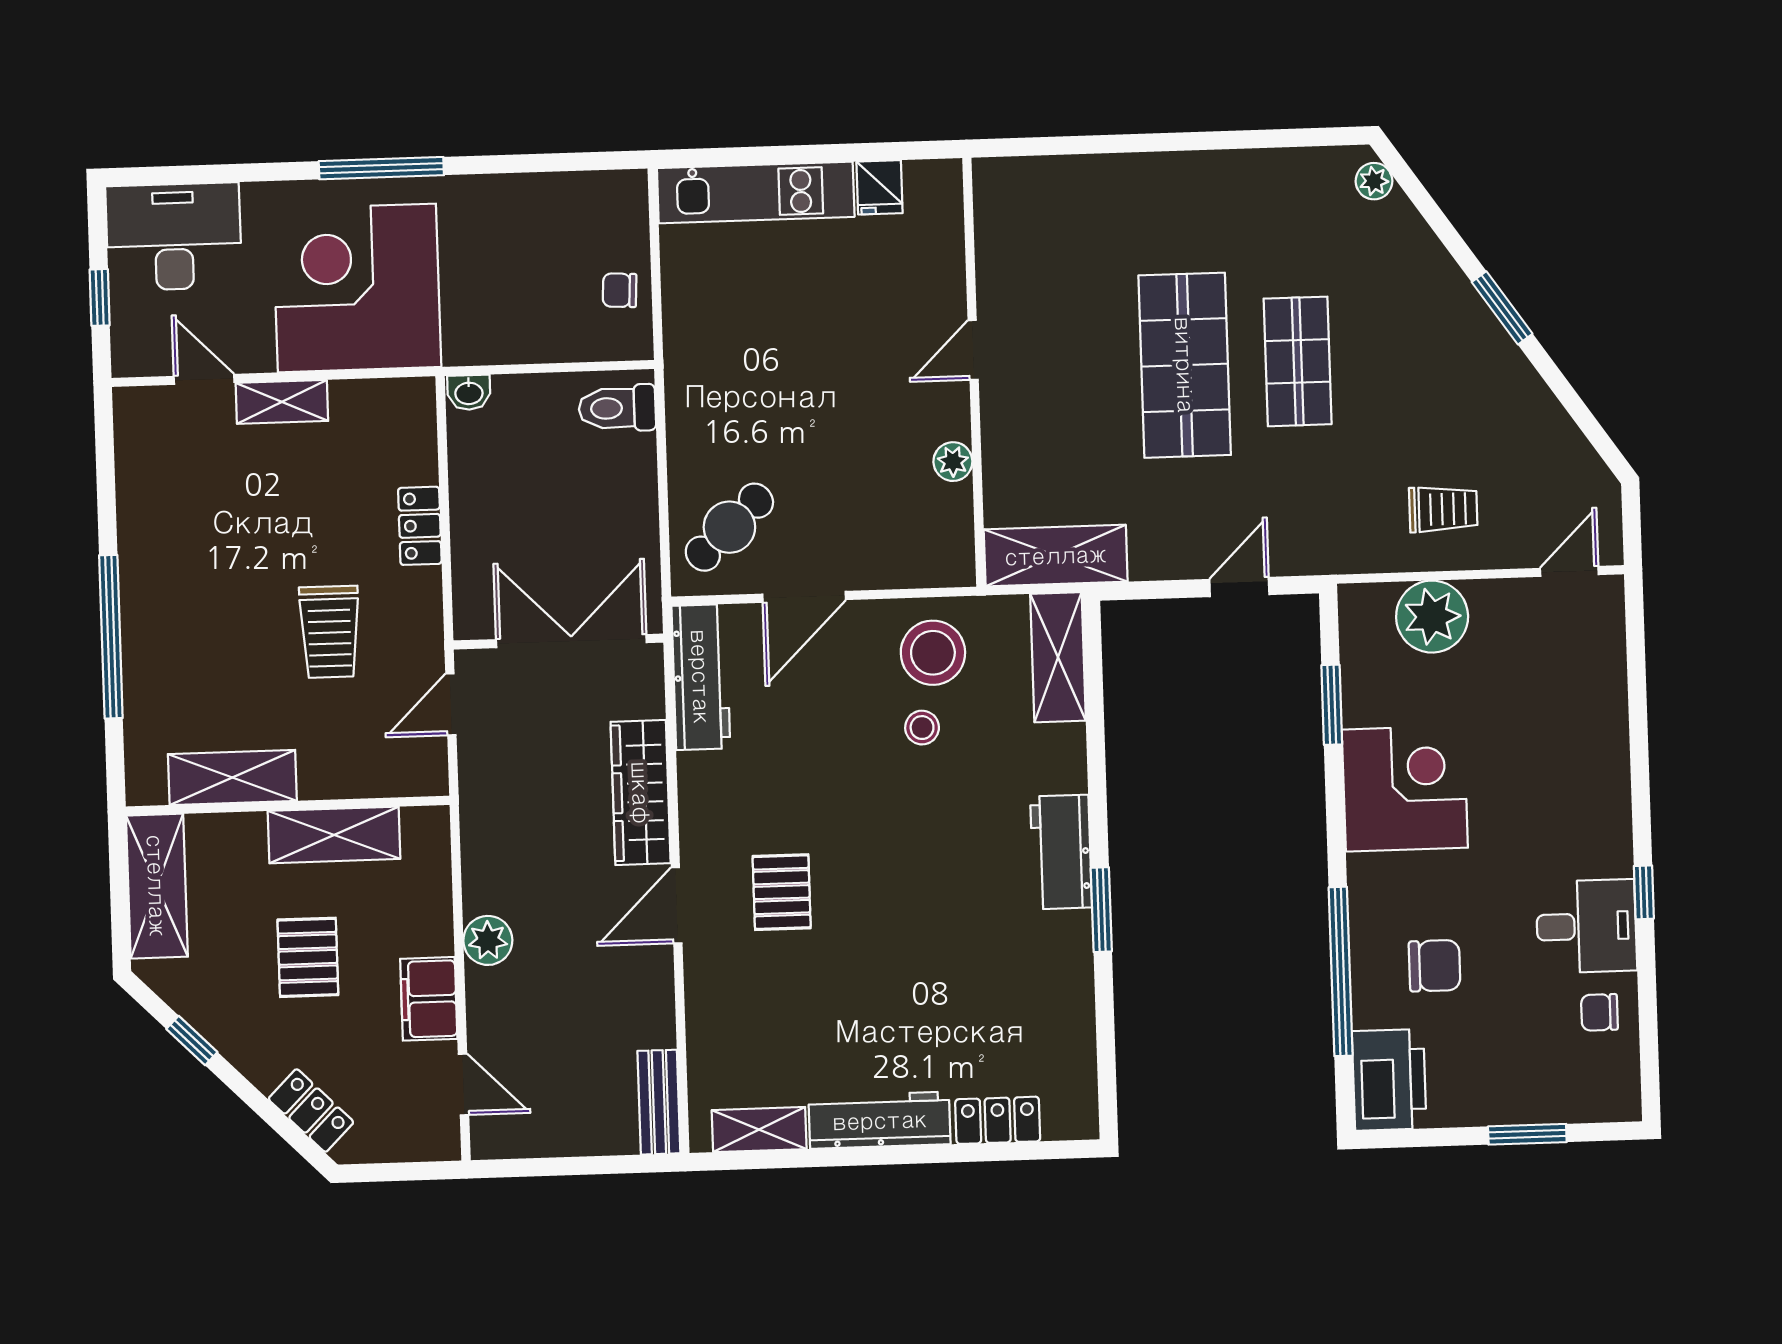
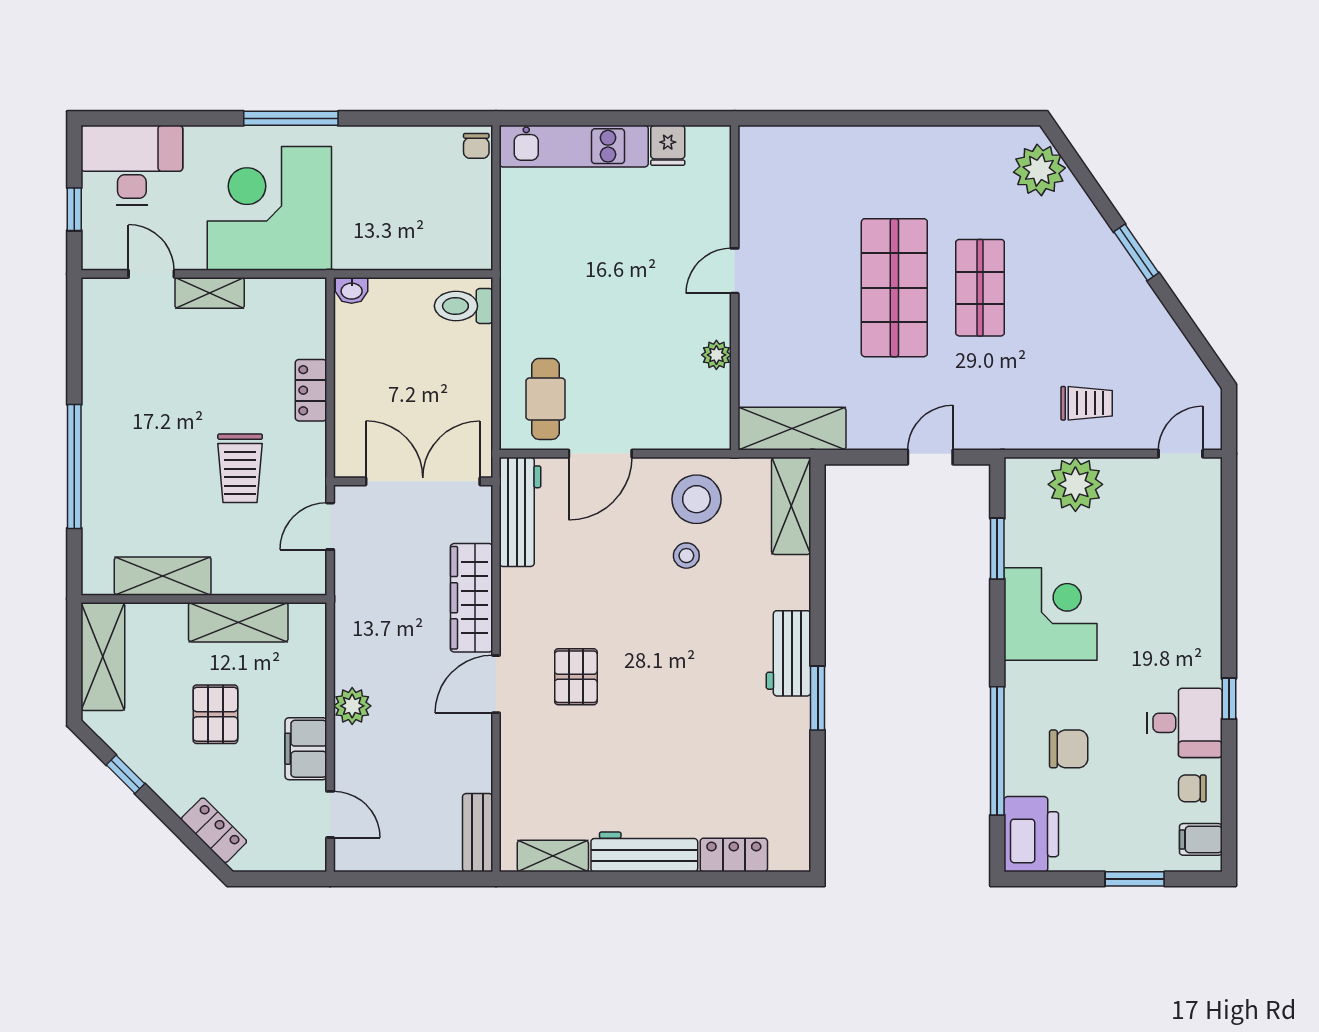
plant: (1374, 181) -> (1039, 170), width x1.87, depth x1.87
chair: (620, 290) -> (476, 146), moved, turned -93
cafe table: (729, 527) -> (545, 399), turned -47
filing cabinet: (1613, 1079) -> (1201, 839), added

